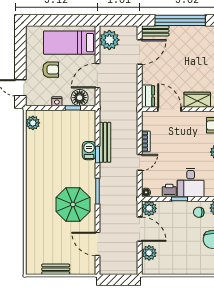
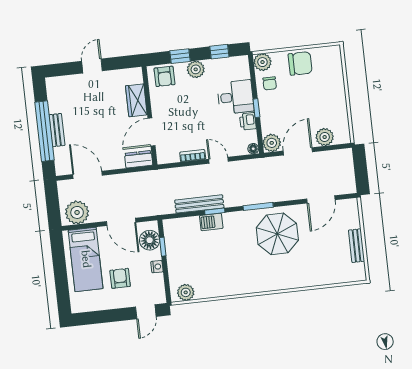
bench: (155, 31) -> (57, 130), moved

